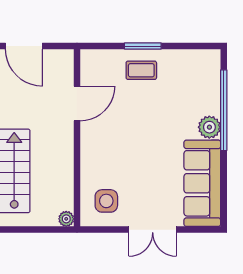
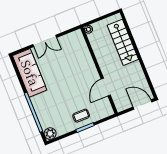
plant: (209, 127) -> (50, 134), moved
side table: (106, 201) -> (73, 46), removed
double door: (153, 230) -> (45, 41), swing flipped

